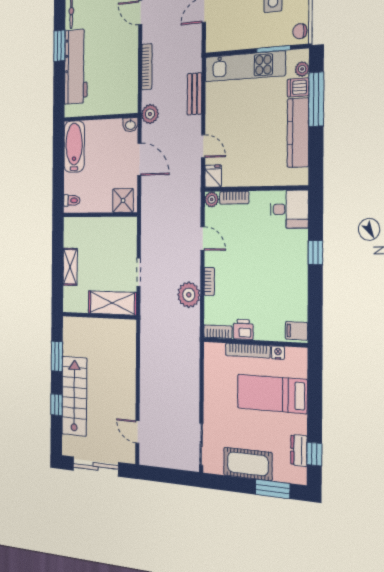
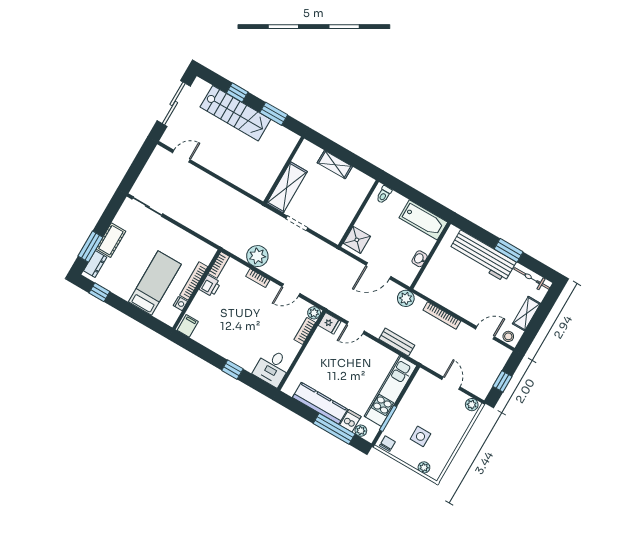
washbasin: (130, 125) -> (420, 259), moved
dresser: (299, 450) -> (95, 264), moved, turned 90
cot: (248, 464) -> (111, 240), width x0.73, depth x0.75

